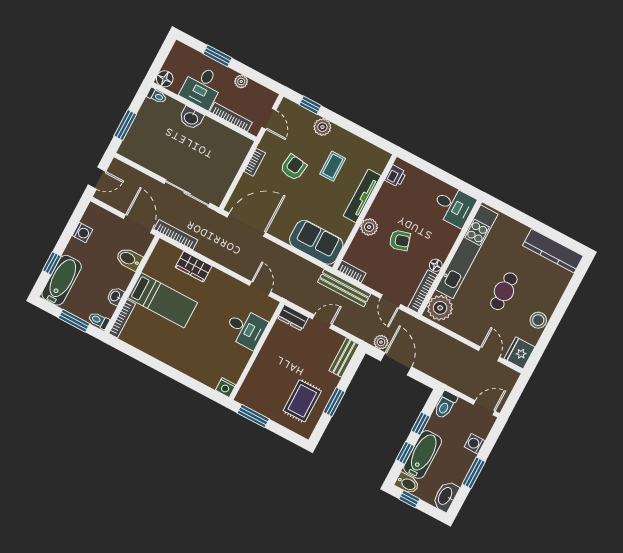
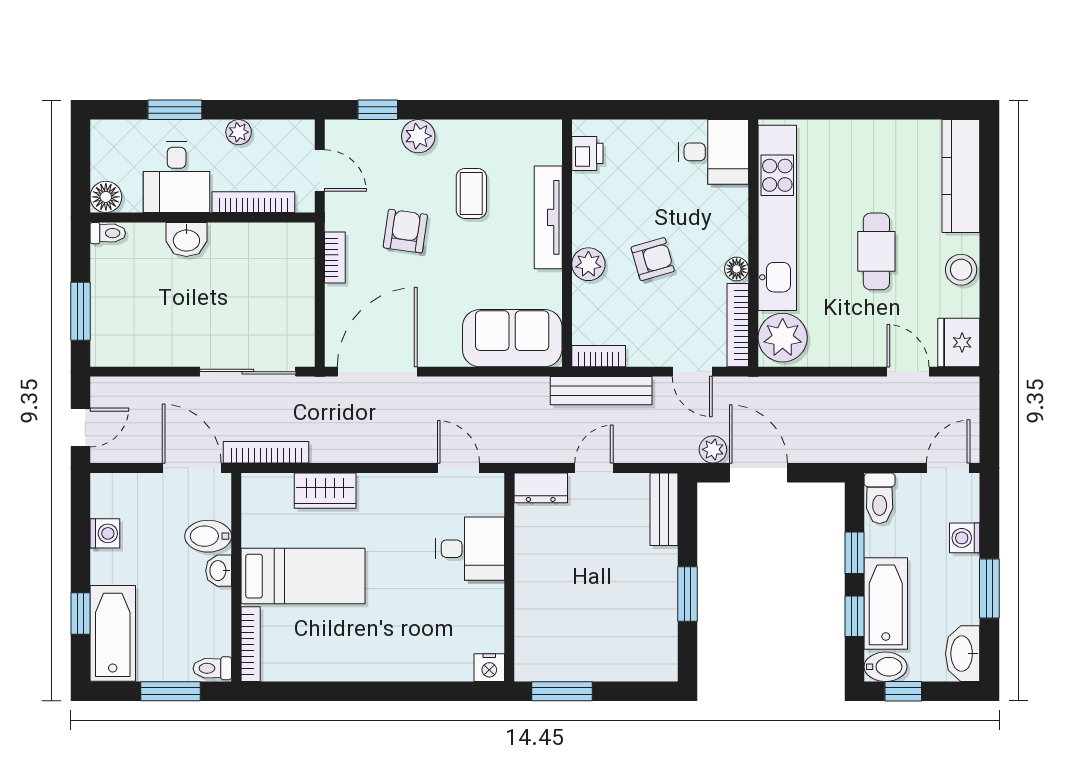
kitchen counter: (553, 251) -> (961, 176), moved, turned 90
washbasin: (115, 296) -> (219, 571), moved
rug: (302, 401) -> (632, 621), removed

